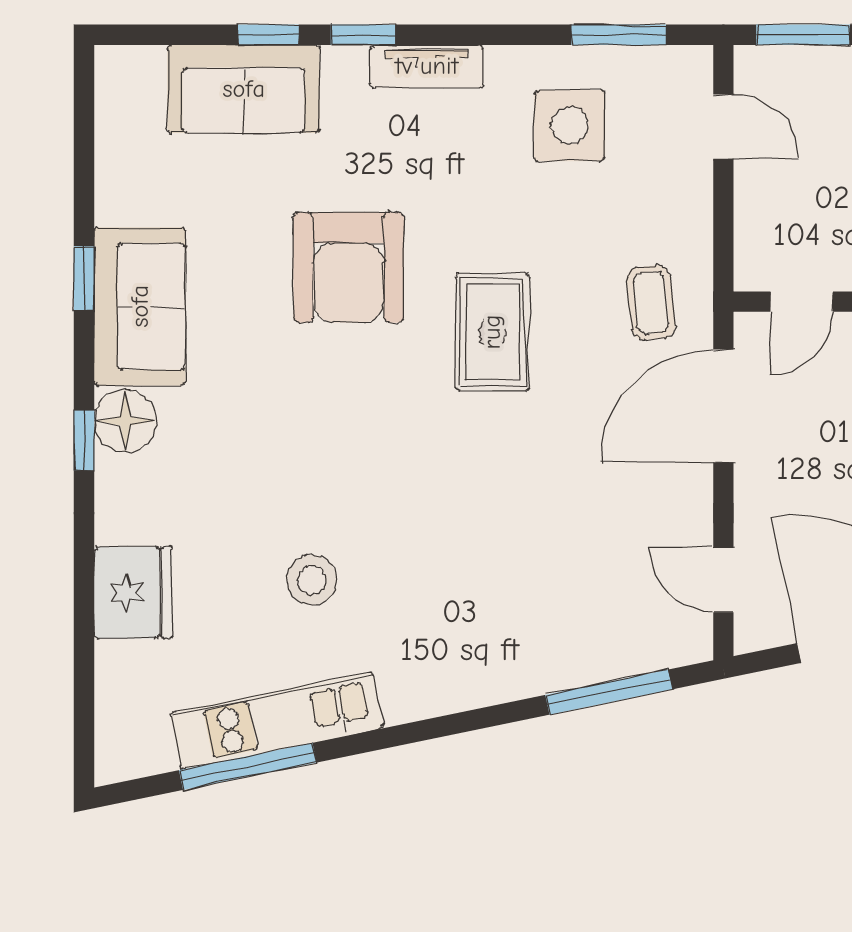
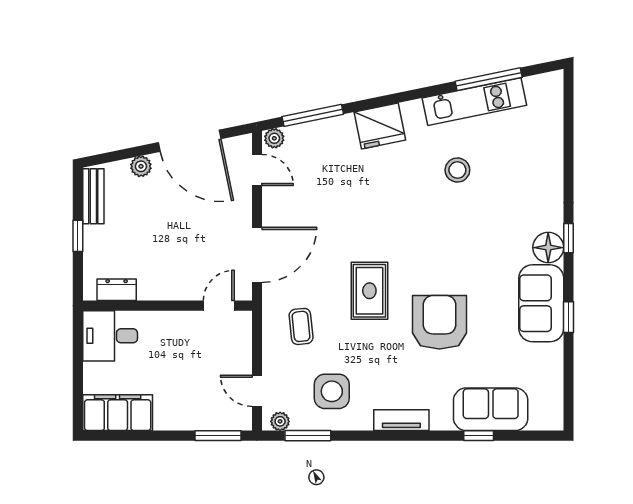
window: (363, 35) -> (432, 436), removed
plant: (676, 64) -> (280, 421), added
coffee table: (651, 303) -> (301, 326), moved
fridge: (133, 593) -> (380, 126), moved, turned -102
plant: (688, 645) -> (274, 138), added

